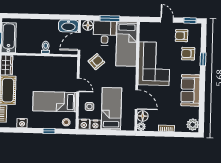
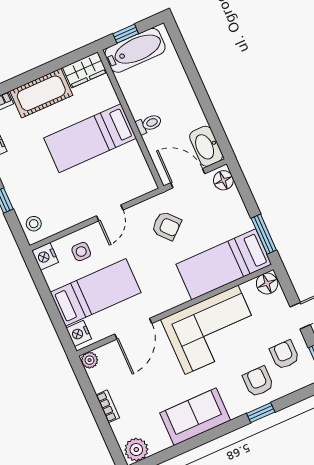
window: (110, 18) -> (264, 234), moved
desk: (105, 33) -> (224, 217), removed
bed: (55, 102) -> (90, 138), moved, turned -90
floor lamp: (143, 116) -> (267, 284), moved
nightstand: (95, 125) -> (79, 333), moved

